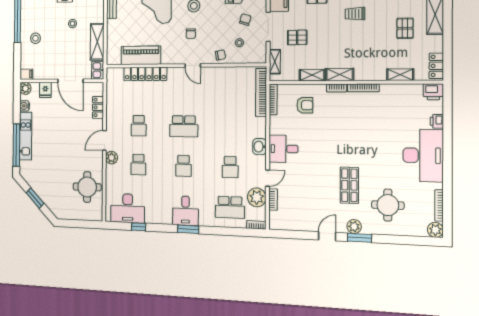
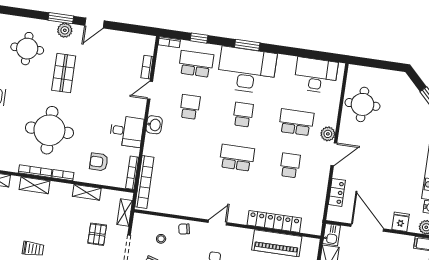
pallet: (297, 37) -> (97, 234), turned 90
door: (193, 65) -> (217, 223), hinge flipped
shelving: (340, 75) -> (35, 185), moved
round table: (355, 129) -> (49, 130), added
desk: (283, 149) -> (127, 131), moved
school desk: (138, 165) -> (296, 122), width x1.85
plant: (257, 197) -> (165, 71), removed
desk: (185, 211) -> (247, 70), width x1.87, depth x1.30
window: (139, 227) -> (199, 38), moved

